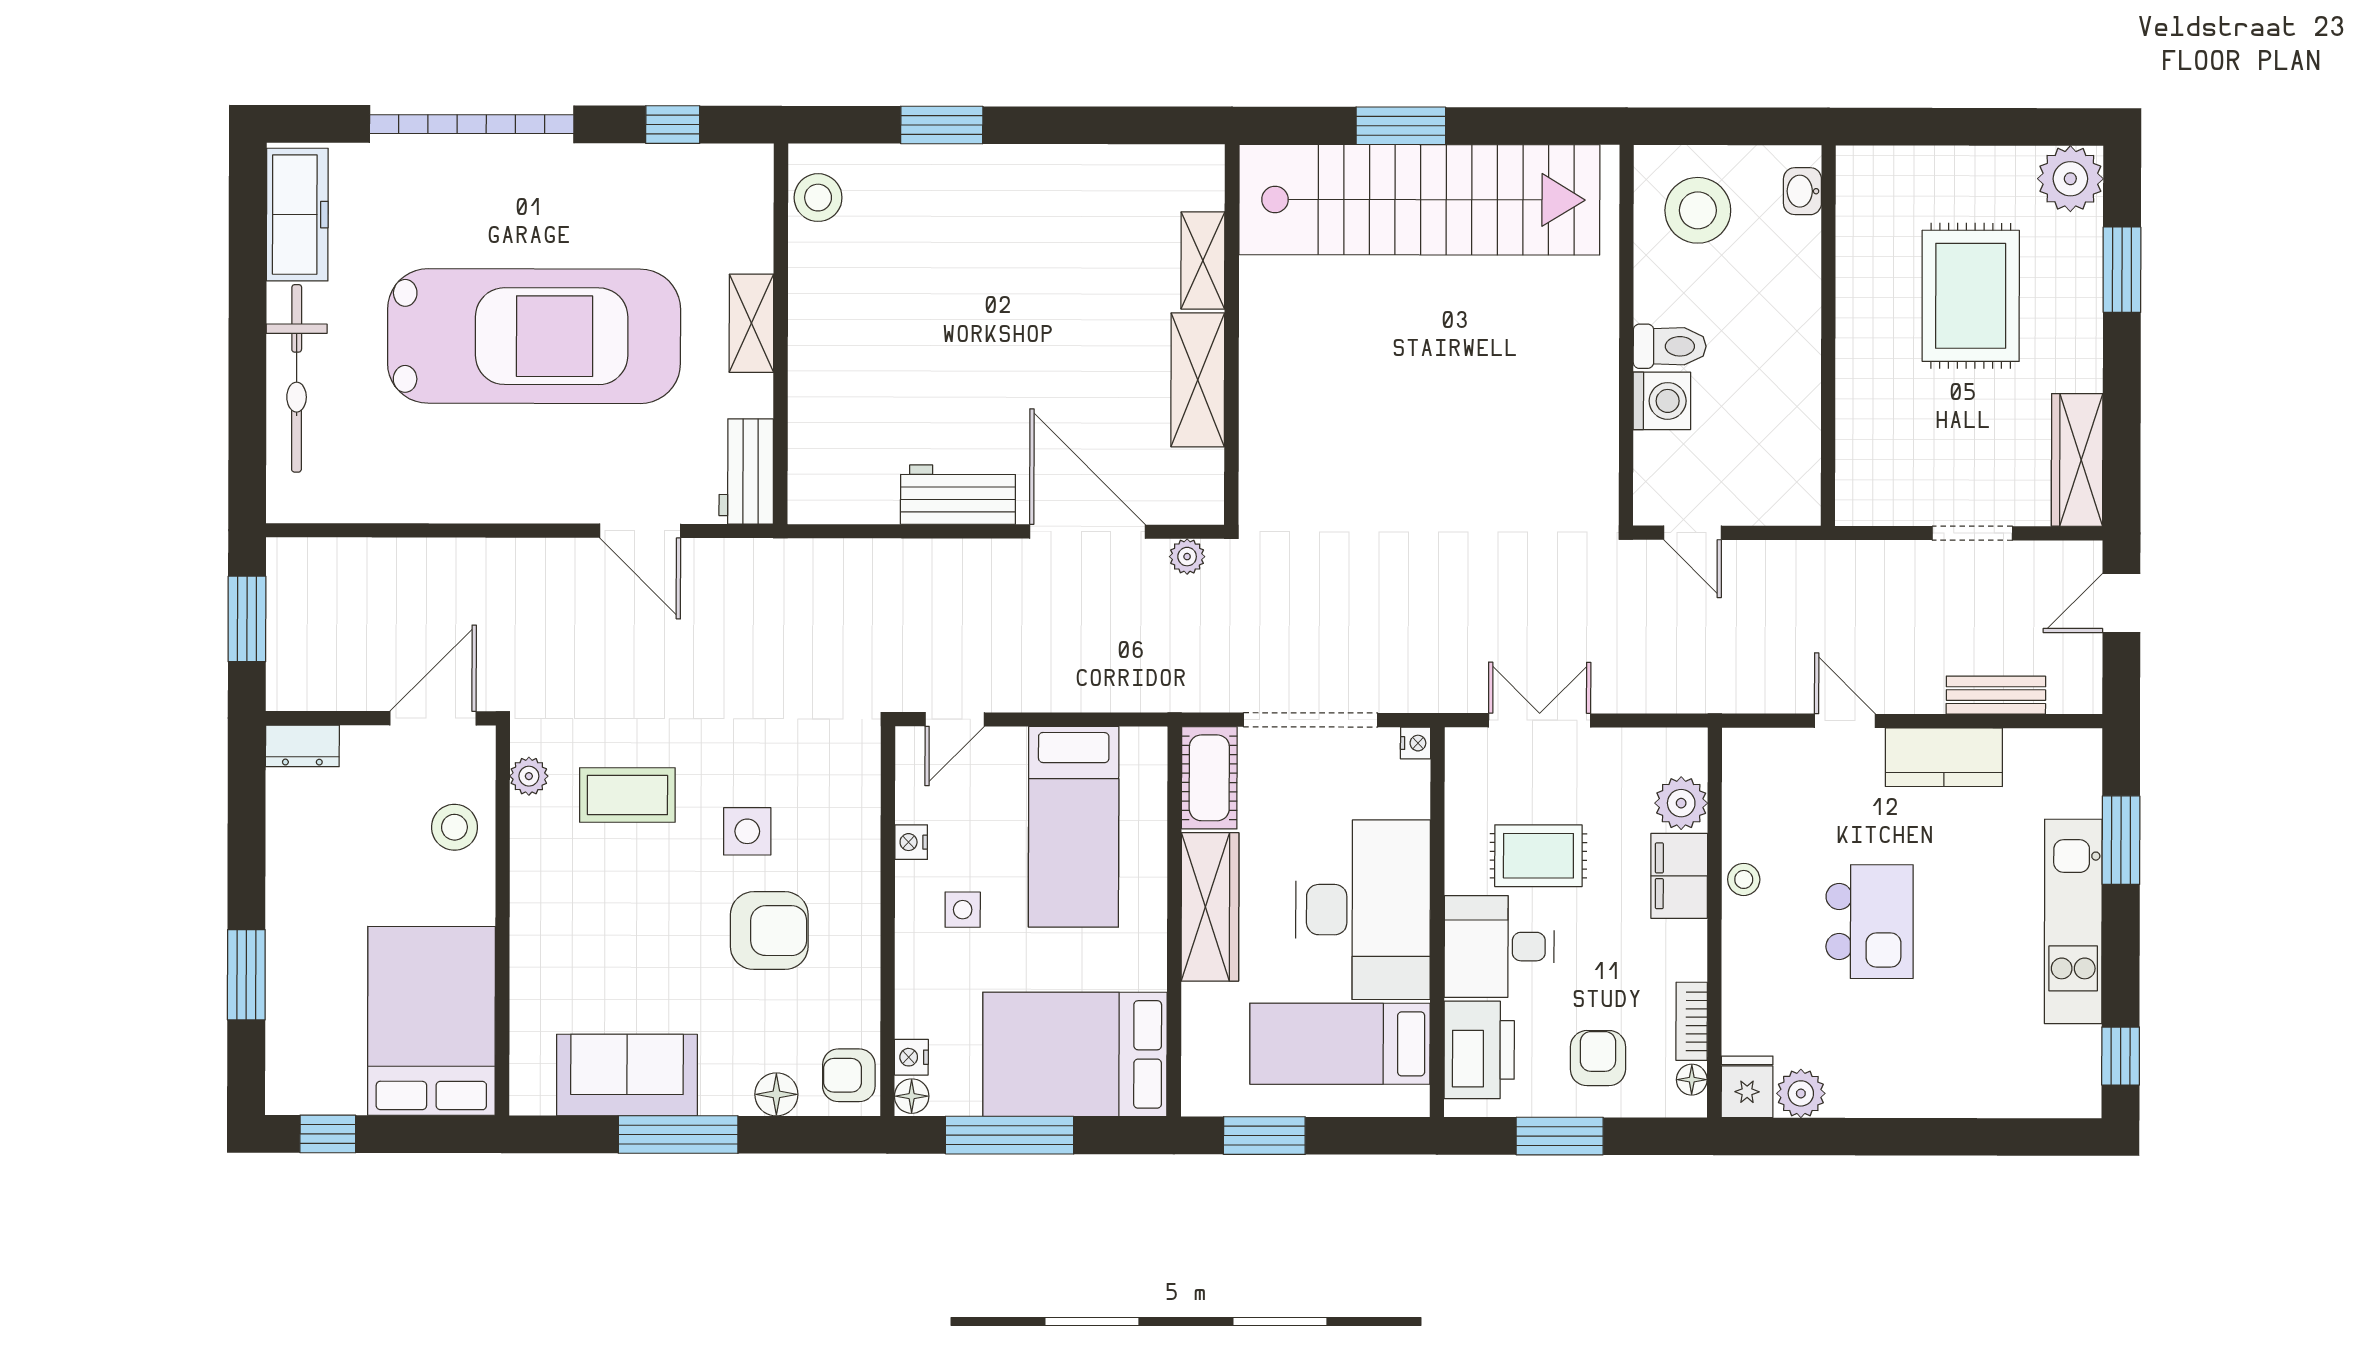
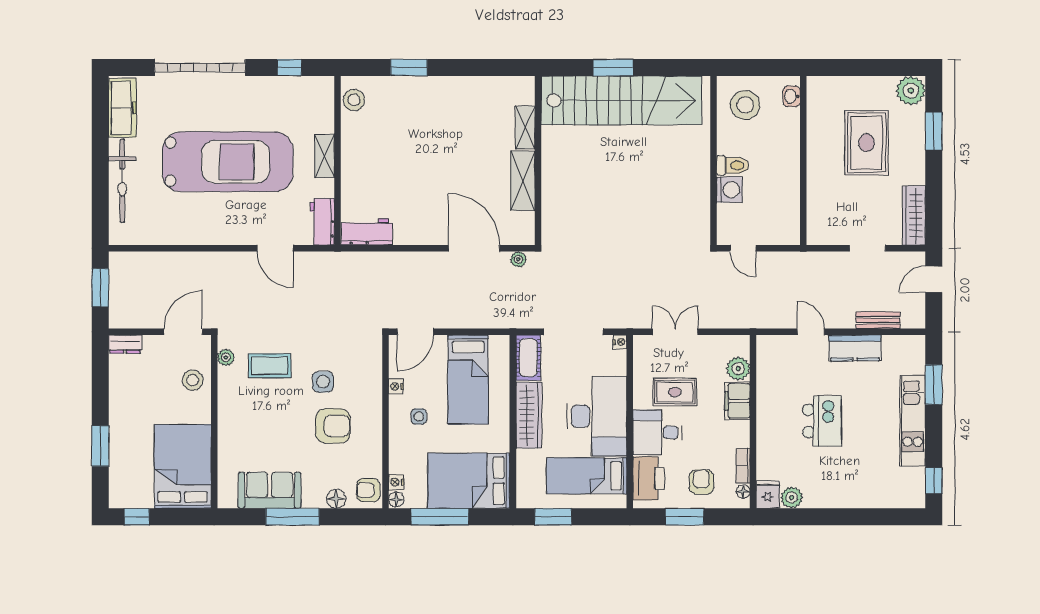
workbench: (958, 495) -> (367, 232), moved
door: (955, 719) -> (415, 332), width x1.38
stool: (1744, 879) -> (766, 402), removed

